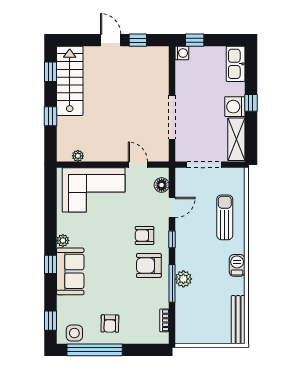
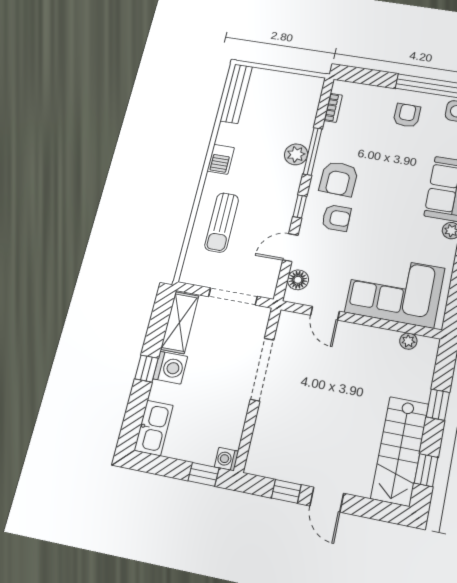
armchair: (149, 265) -> (339, 179), turned 92

